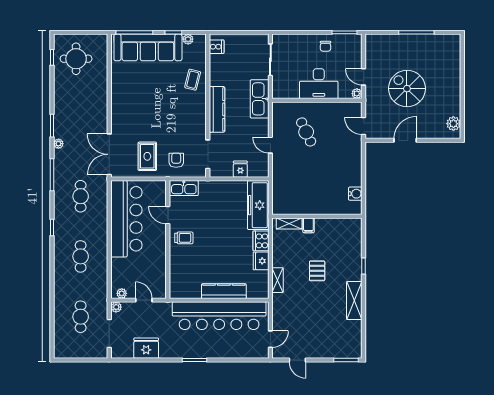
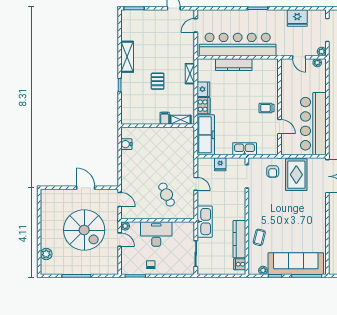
spiral stairs: (407, 89) -> (84, 230), width x1.37, depth x1.37
kitchen counter: (217, 109) -> (239, 239), moved
plant: (453, 124) -> (46, 254), moved
door: (405, 140) -> (86, 188), swing flipped
rug: (147, 156) -> (296, 175), width x1.36, depth x1.43
kitchen sink: (184, 188) -> (245, 149), moved

